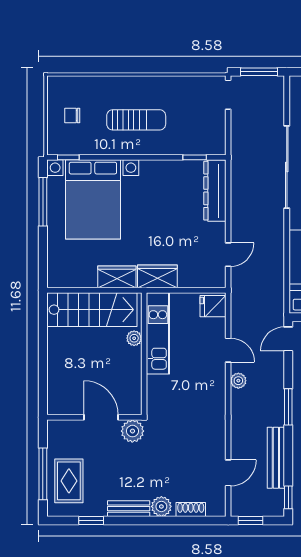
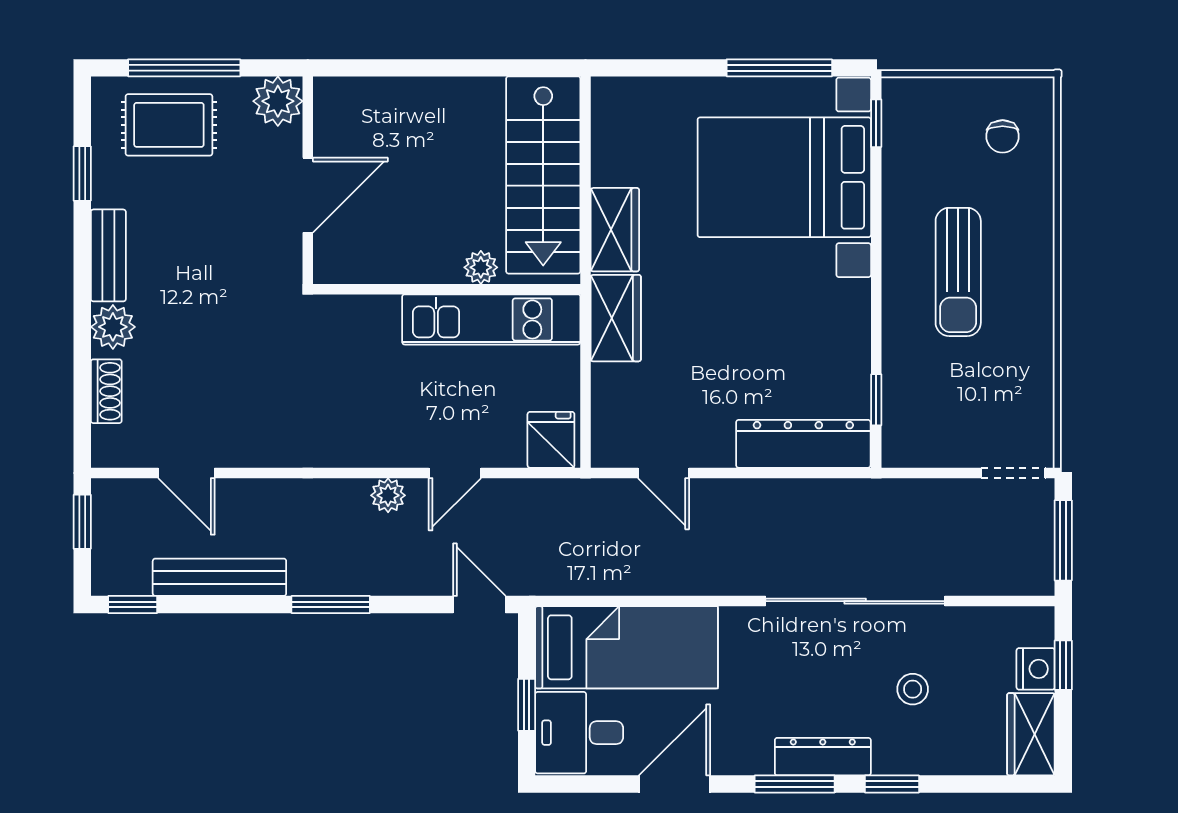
chair: (72, 115) -> (1003, 136), moved, turned 180
plant: (132, 431) -> (278, 101), moved

